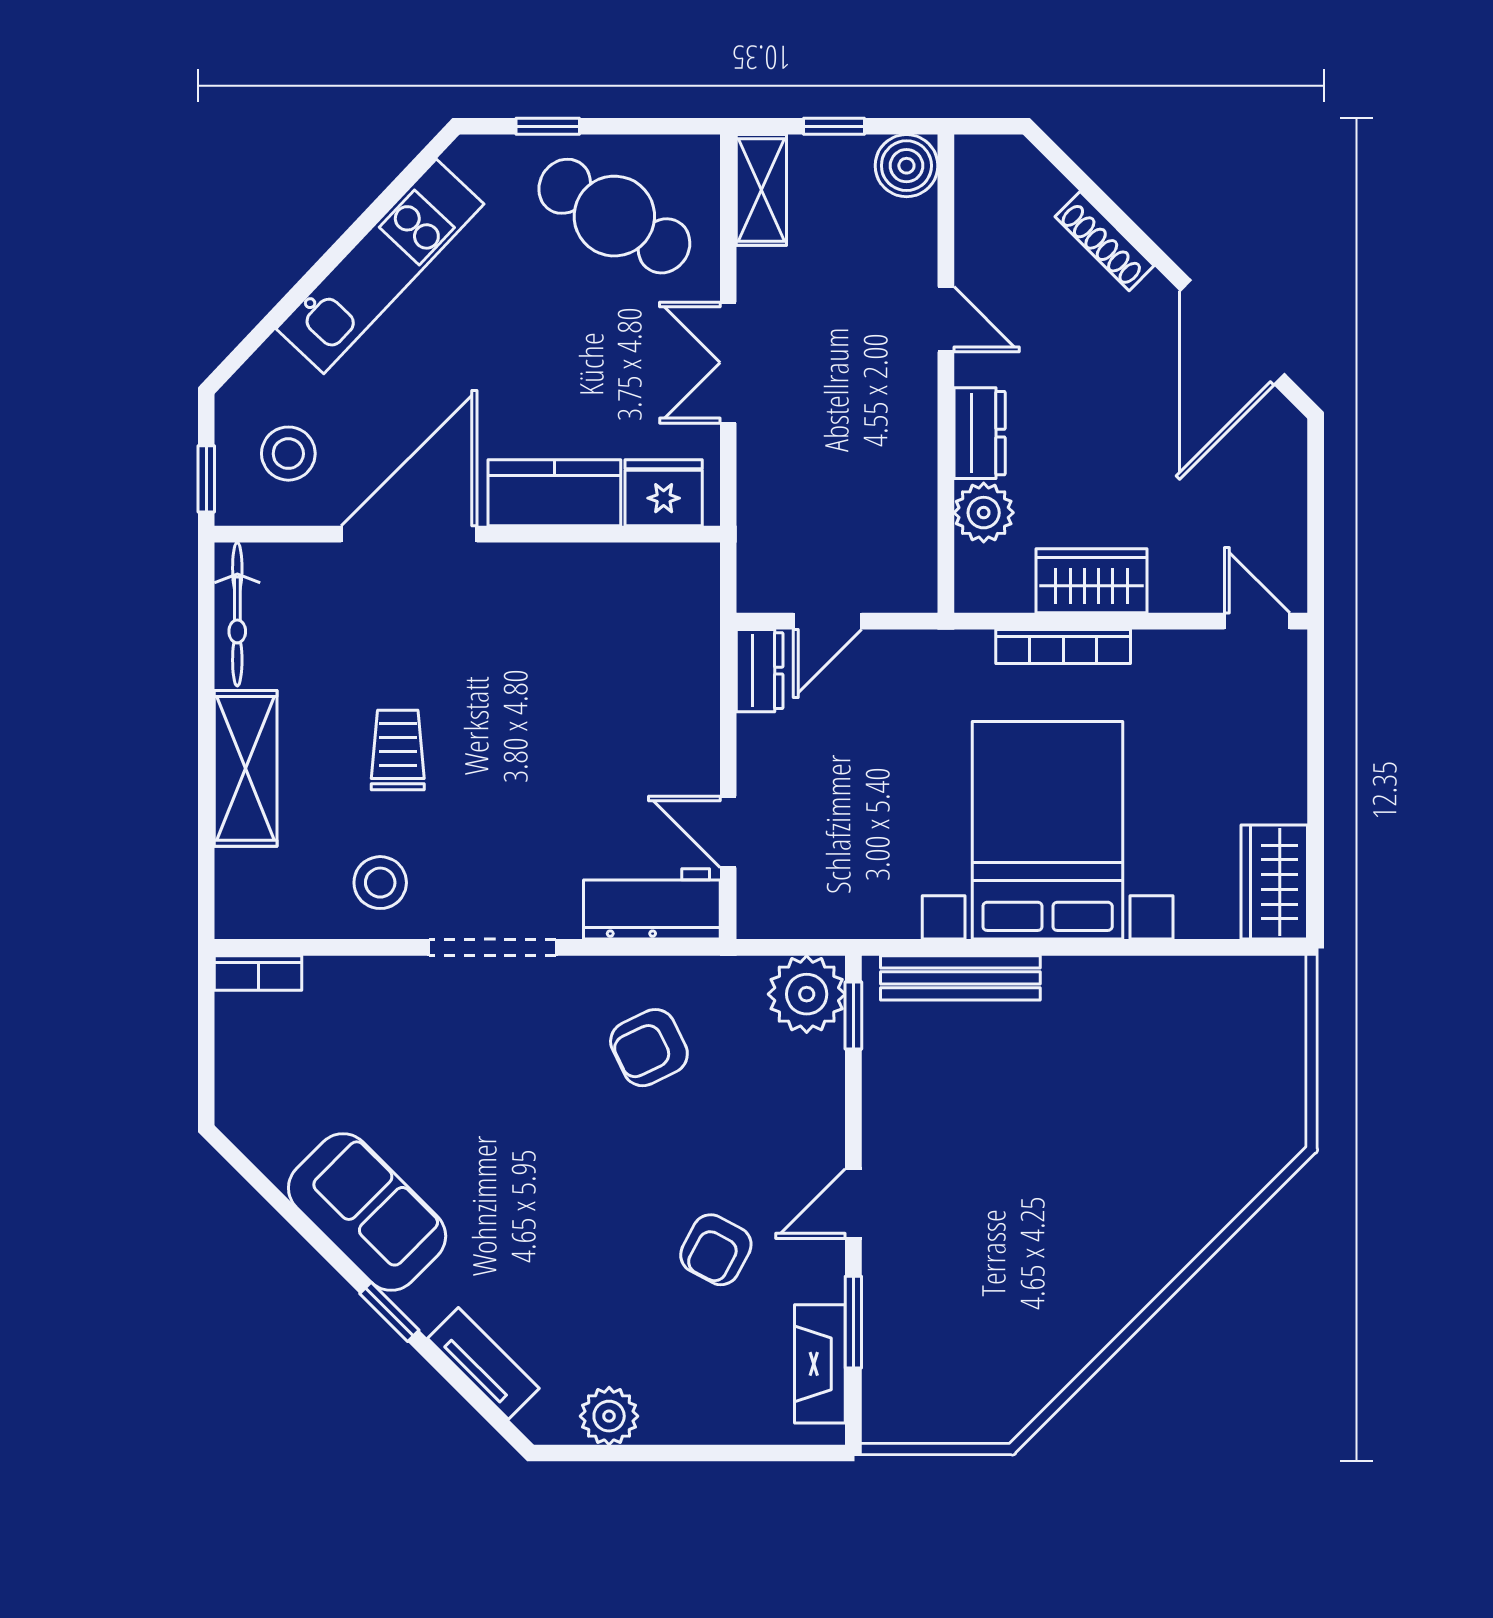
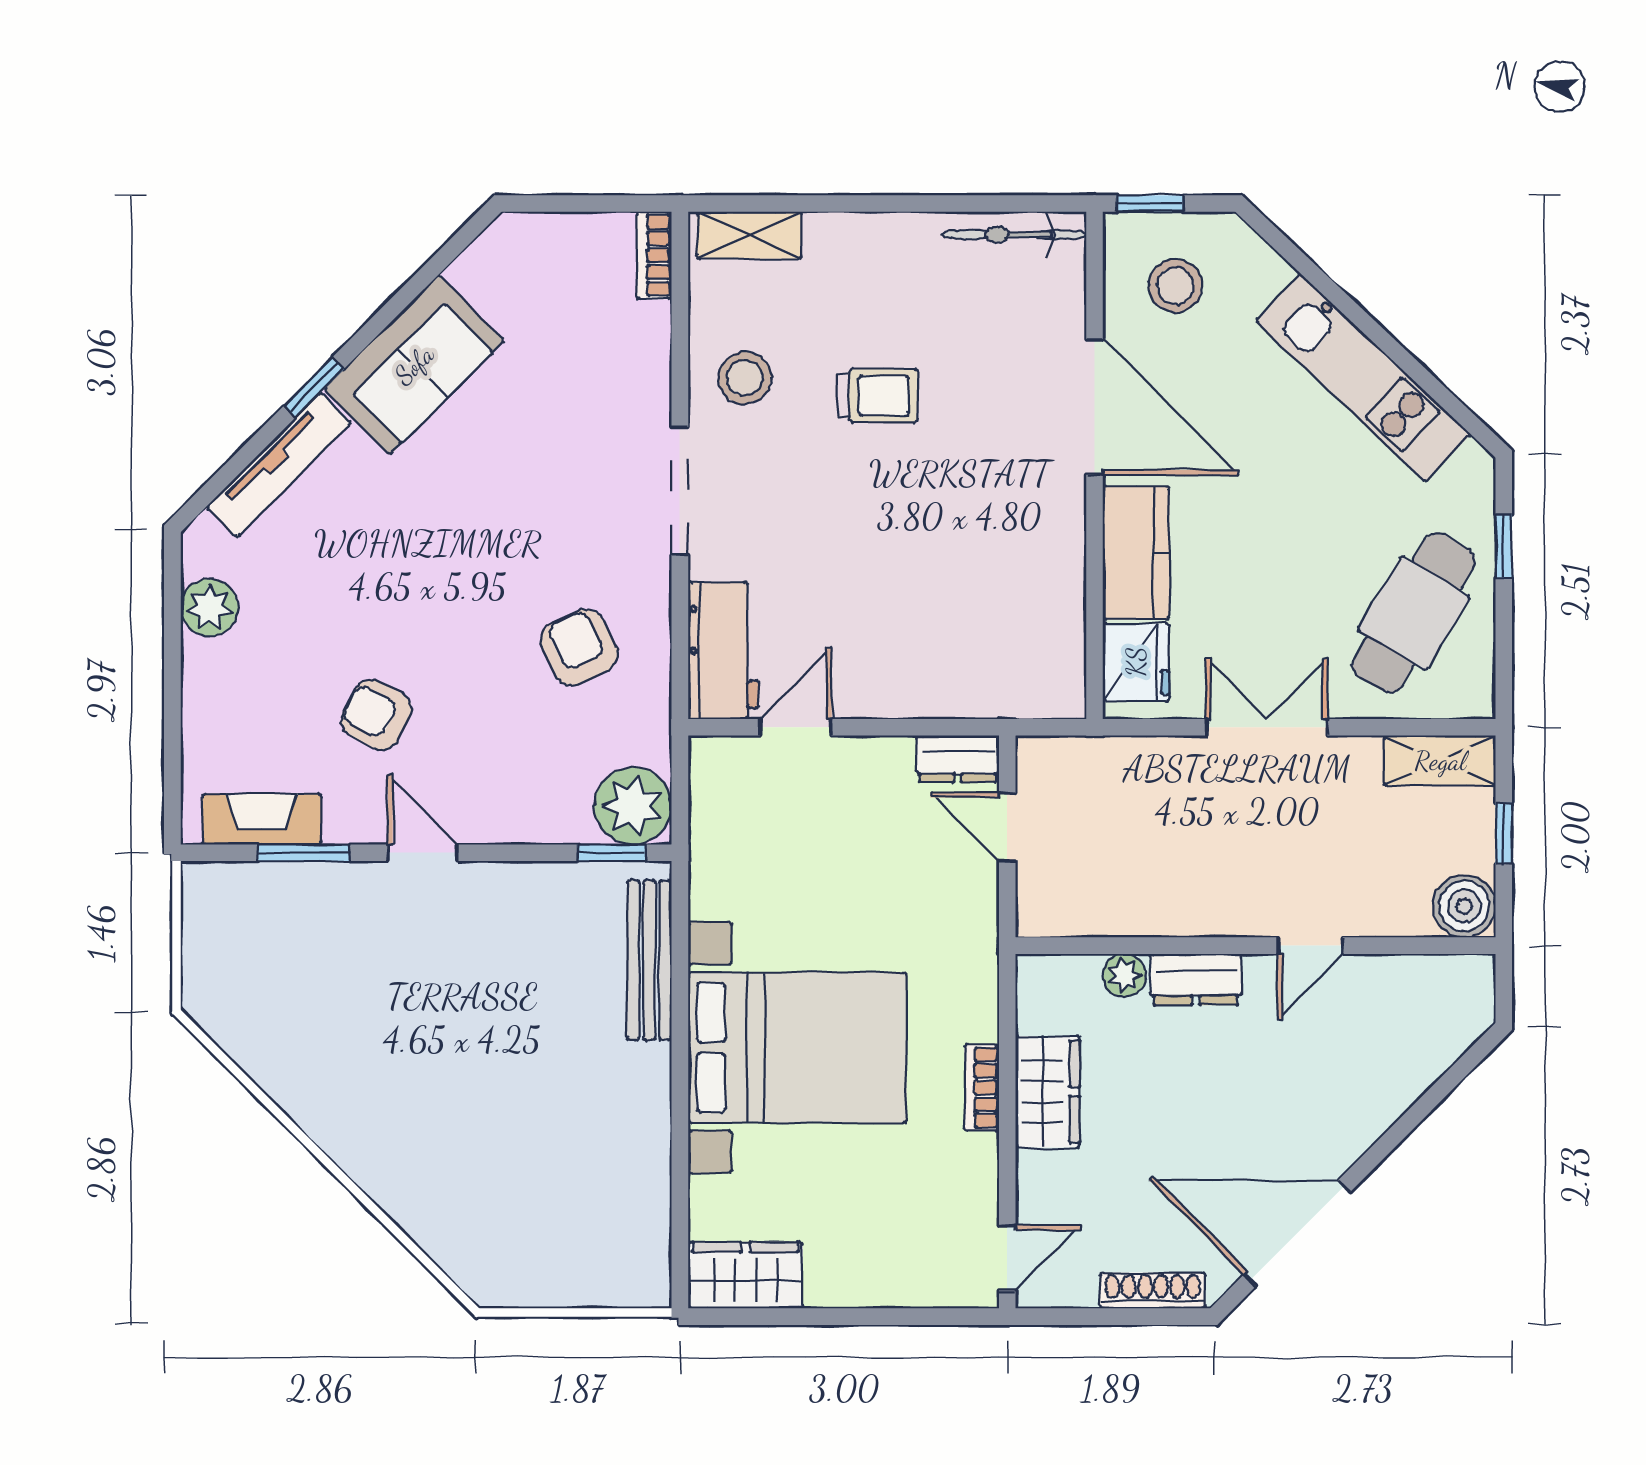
shoe rack: (1105, 241) -> (1153, 1291), moved, turned 45
plant: (984, 513) -> (1124, 975), width x0.73, depth x0.73
bookcase: (1063, 646) -> (982, 1088), width x0.64
shelving: (246, 768) -> (749, 235), moved, width x0.67, depth x0.75
tv unit: (483, 1363) -> (279, 465), width x1.41

